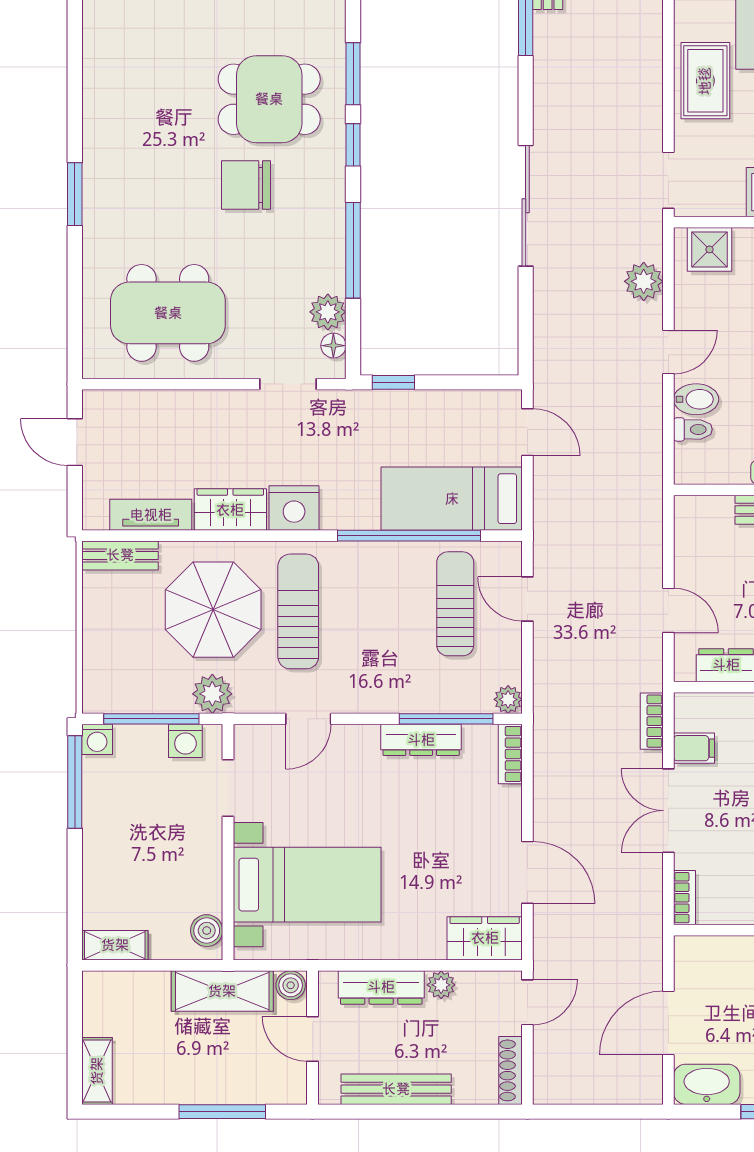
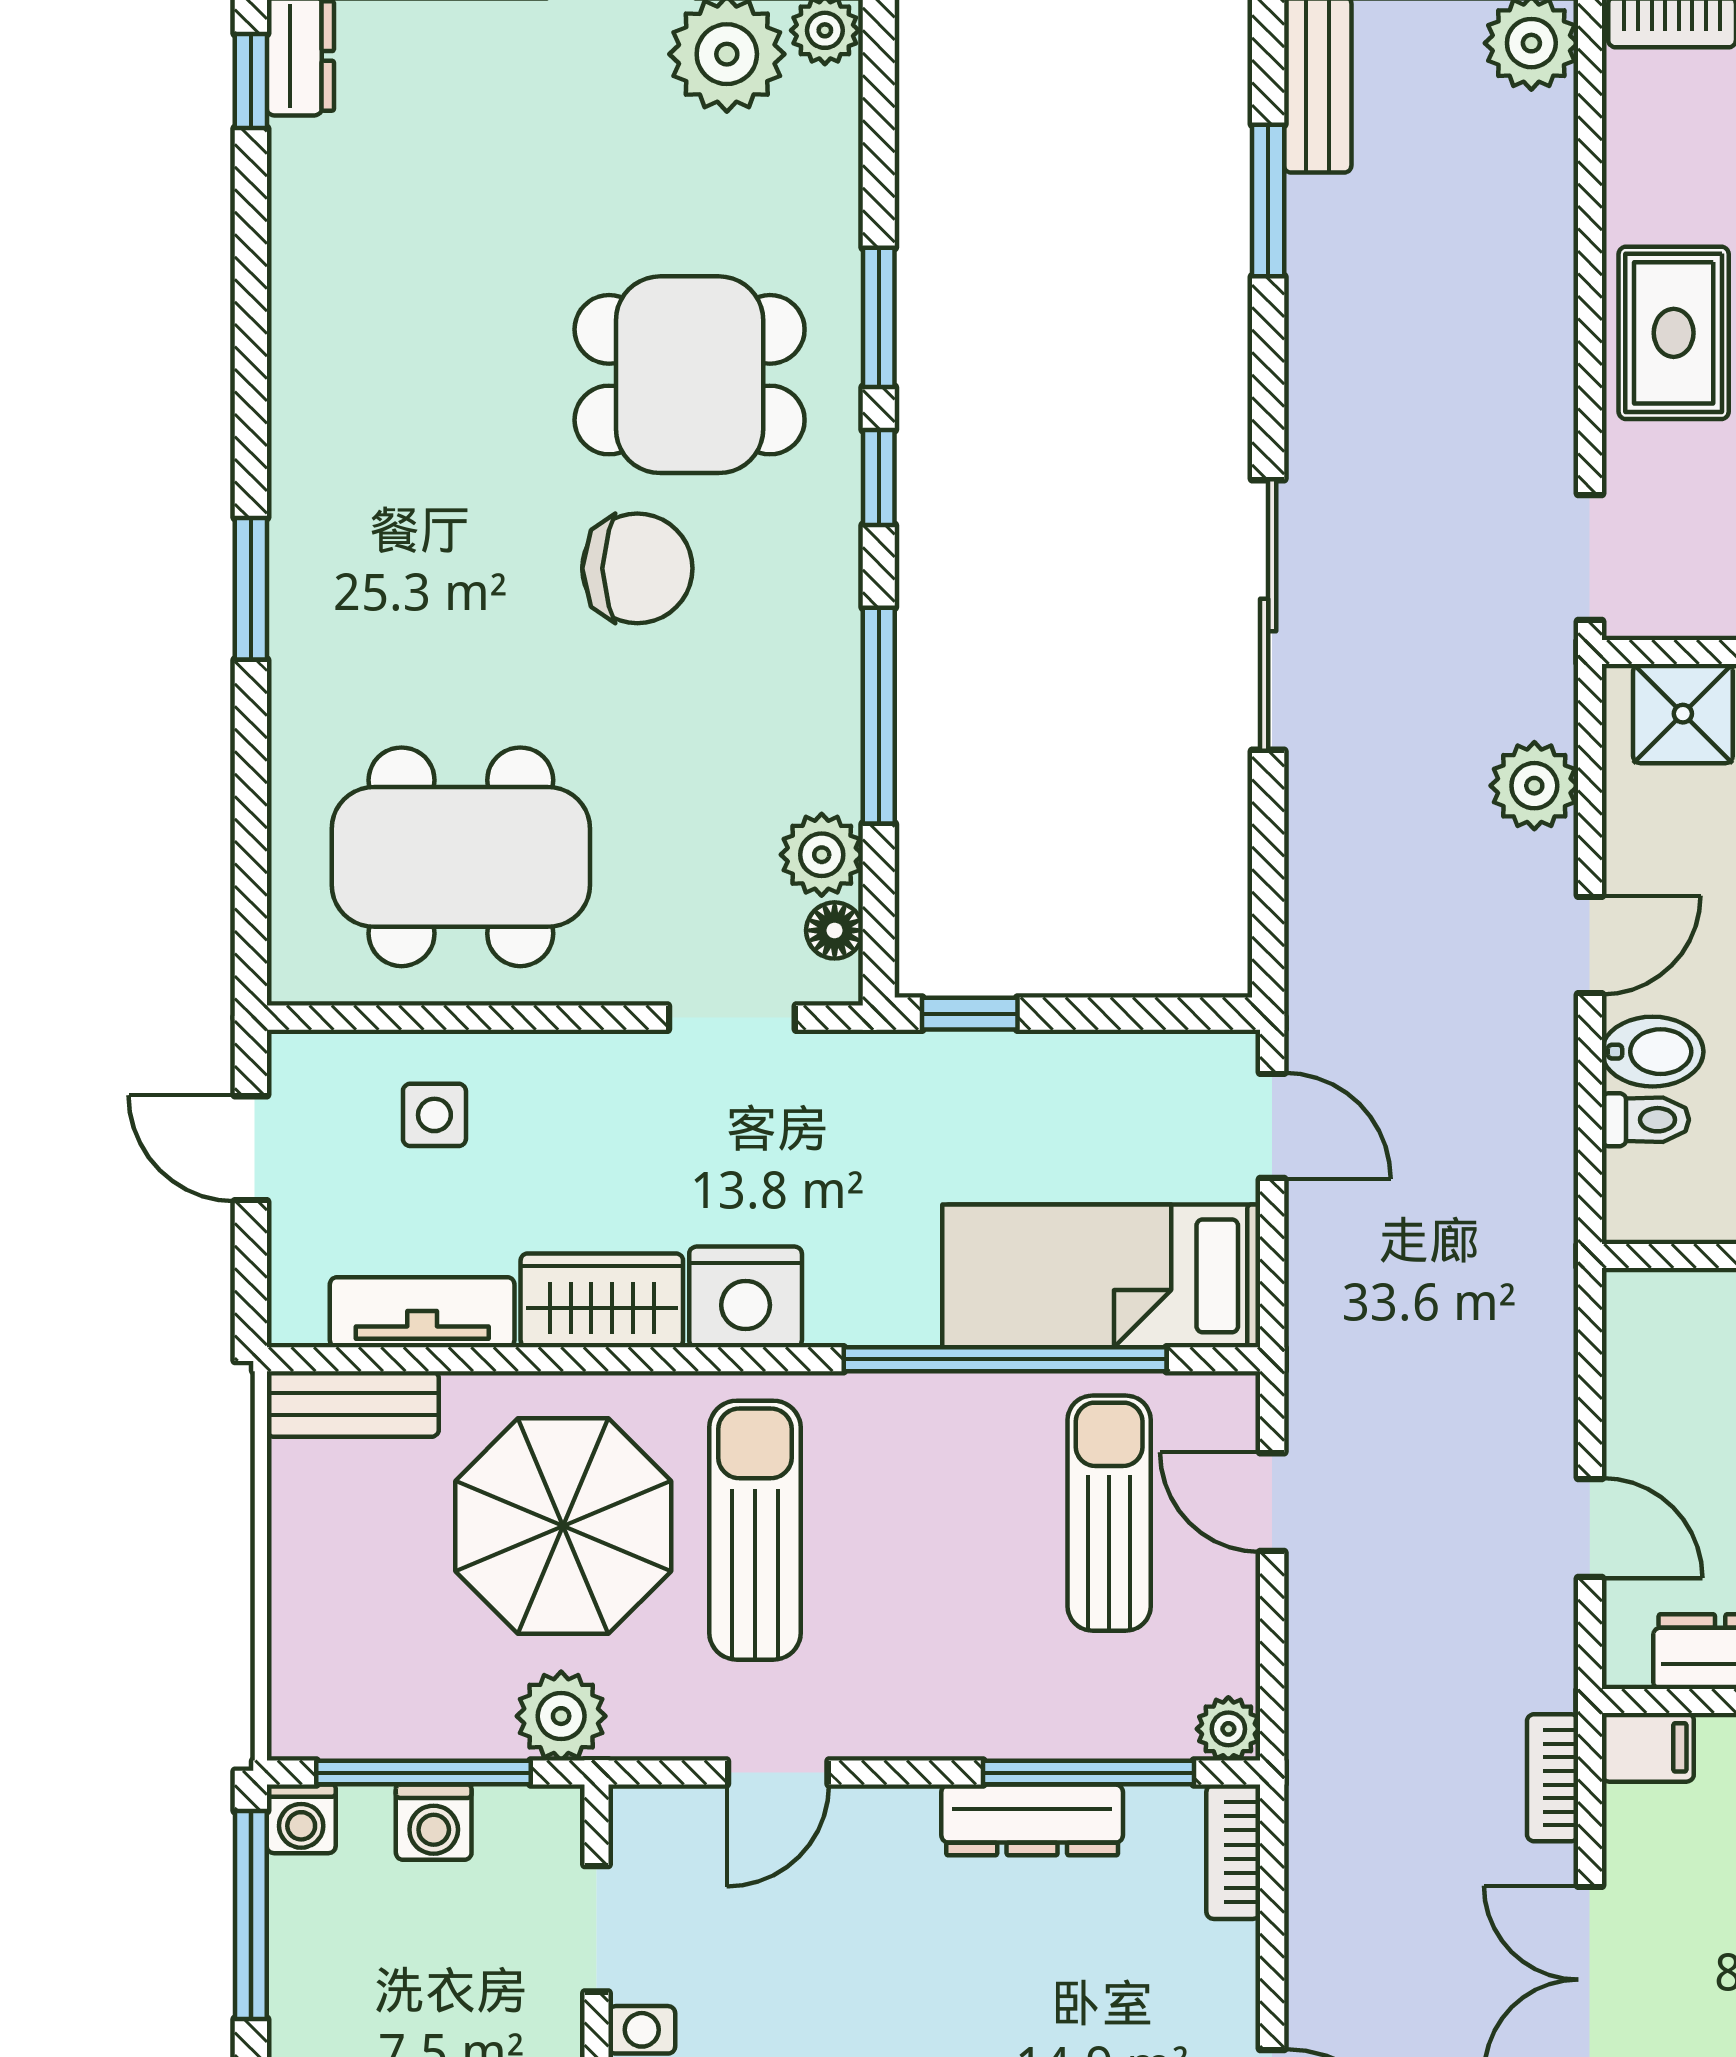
chair: (246, 185) -> (637, 568), turned 180
side table: (156, 427) -> (434, 1115), added
washing machine: (185, 741) -> (434, 1822), moved
filing cabinet: (694, 748) -> (1648, 1747), moved

